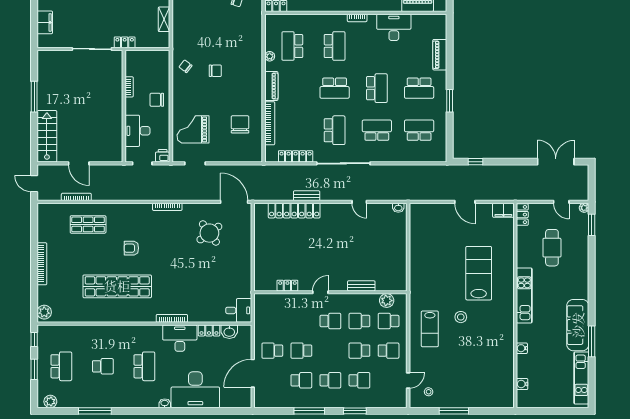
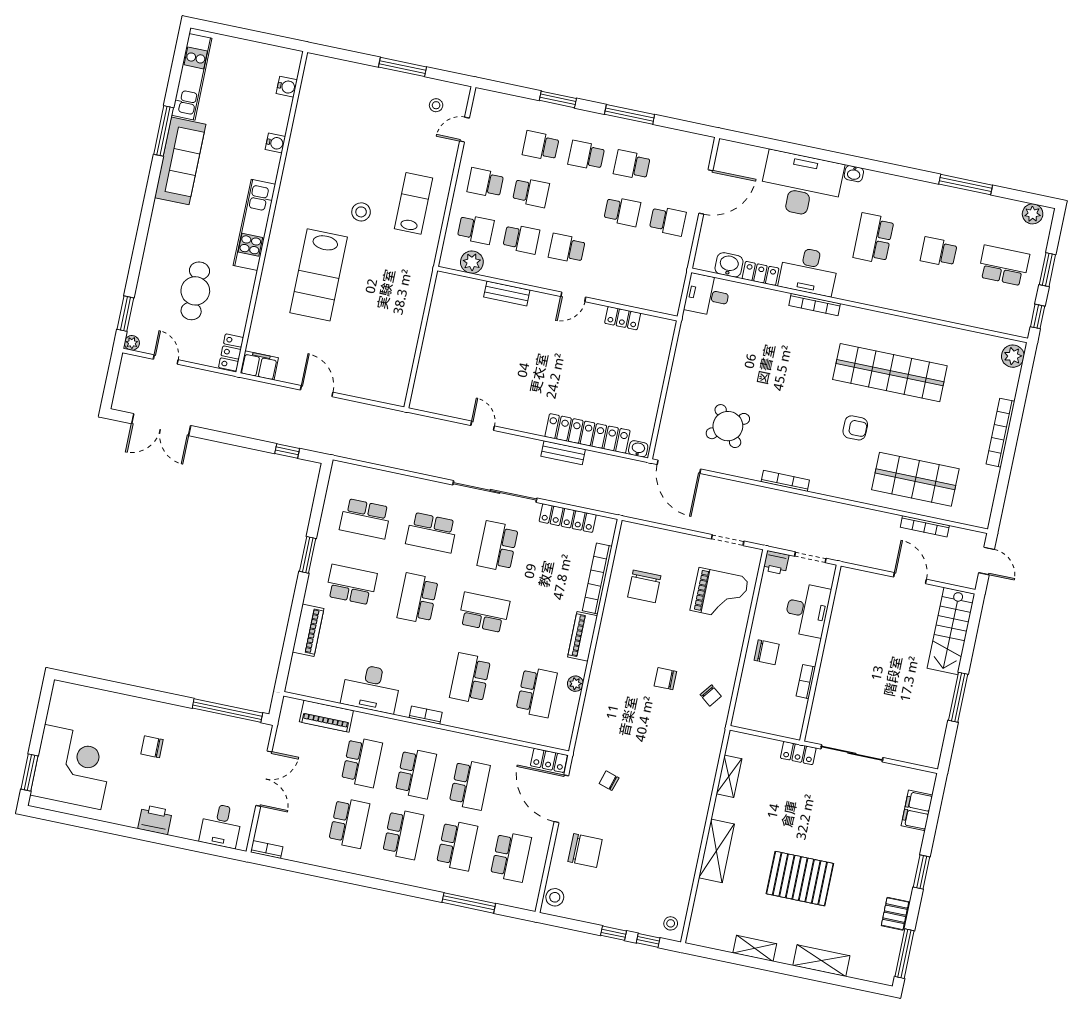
washbasin: (398, 208) -> (638, 449), moved
shop shelf: (88, 224) -> (915, 479), width x1.43, depth x1.36
school desk: (61, 366) -> (1004, 266), turned 90

